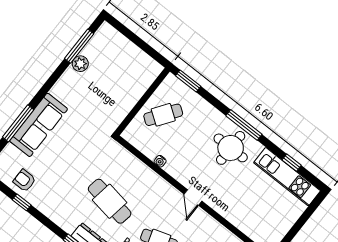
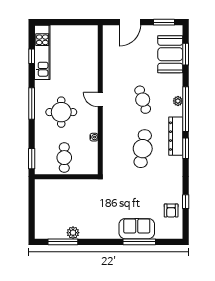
cafe table: (163, 115) -> (64, 158), turned 55
sofa: (39, 125) -> (137, 229), width x0.73
round table: (231, 148) -> (61, 112), moved
door: (193, 197) -> (100, 100), swing flipped

